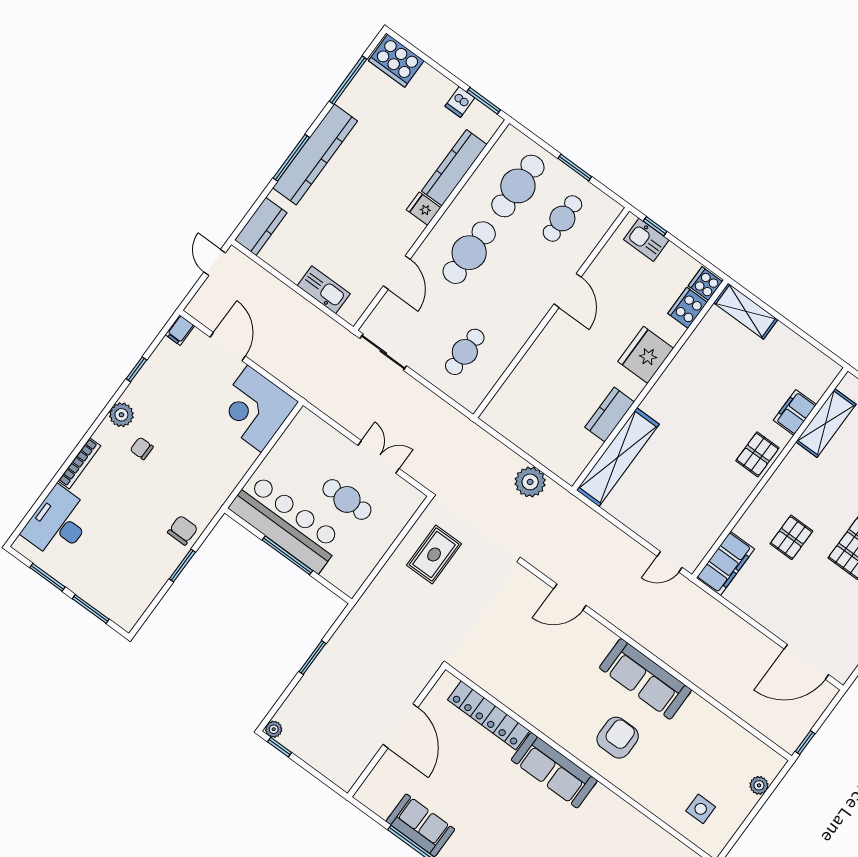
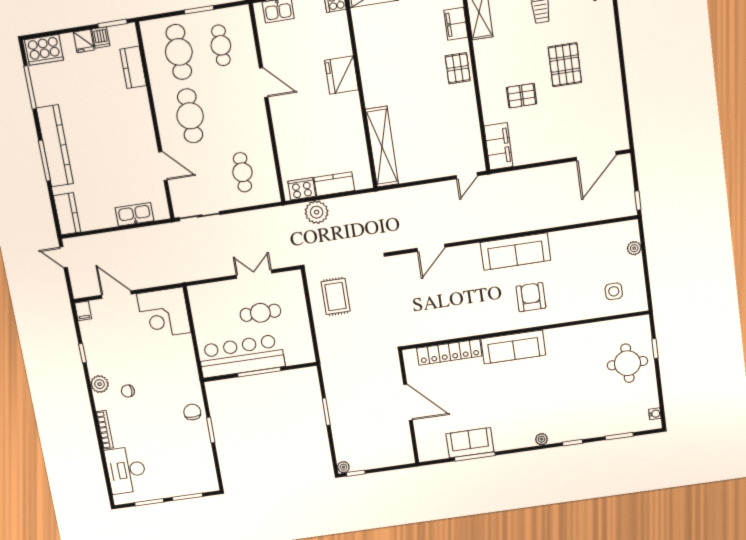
kitchen counter: (454, 168) -> (133, 67), width x0.67
fridge: (424, 209) -> (84, 41), moved, turned -90
cooker: (688, 308) -> (302, 189), moved, turned 90
kitchen counter: (610, 415) -> (334, 184), moved, turned 90
plant: (530, 482) -> (317, 212), moved
pallet: (791, 537) -> (522, 96), turned 90

